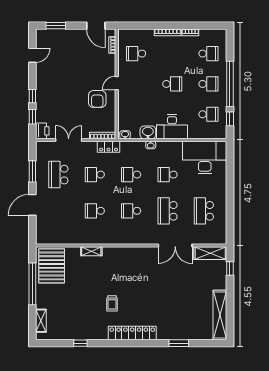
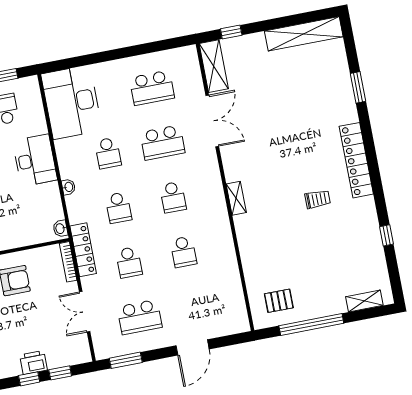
printer: (42, 131) -> (33, 363), moved
washbasin: (148, 132) -> (50, 195), removed
locker: (109, 147) -> (83, 250), width x1.53
window: (32, 171) -> (126, 360), moved
door: (32, 205) -> (193, 347), hinge flipped
shelving: (91, 251) -> (236, 198), moved
pallet: (52, 266) -> (279, 301), width x0.49, depth x0.50

